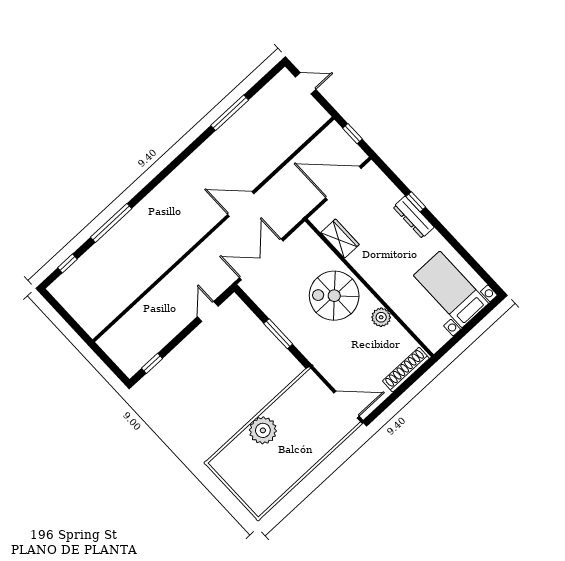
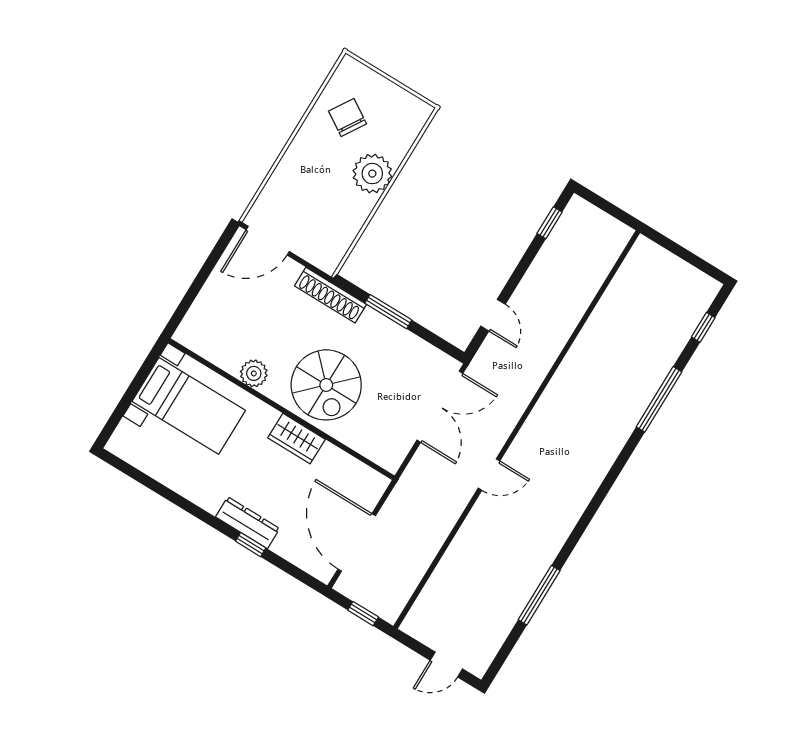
door: (343, 183) -> (357, 542), swing flipped
door: (241, 204) -> (489, 475), width x0.73
wardrobe: (340, 239) -> (297, 439), moved
bed with nightstands: (451, 289) -> (189, 406), moved
spiral stairs: (334, 296) -> (326, 385), turned 90
shoe rack: (406, 370) -> (331, 295), moved, turned 90
chair: (269, 473) -> (347, 117), added

